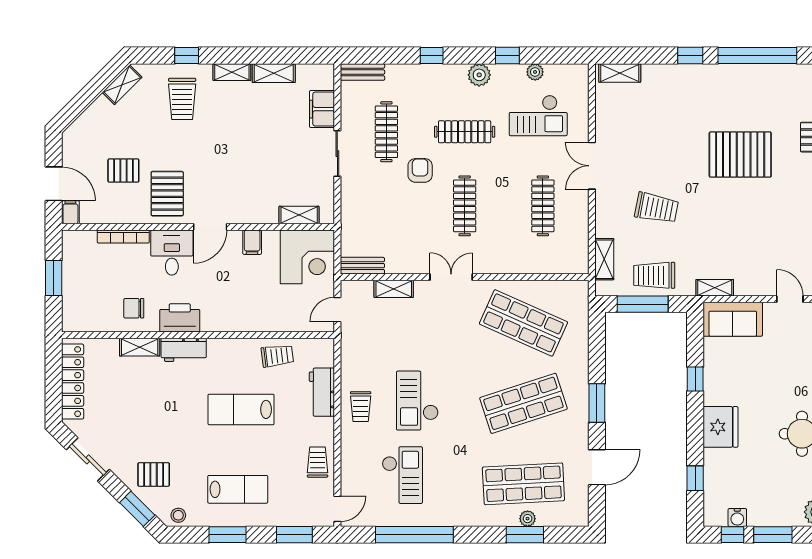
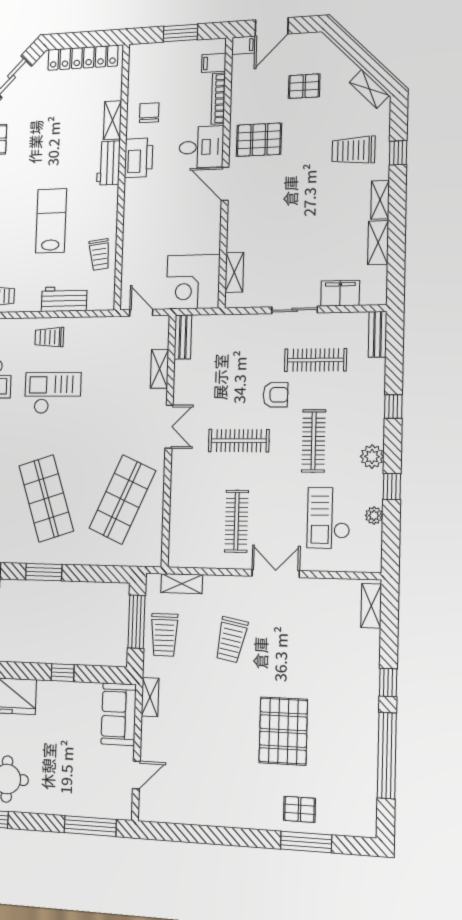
pallet: (123, 171) -> (304, 86), moved, turned 90
clothes rail: (543, 206) -> (237, 521), turned 90
filing cabinet: (252, 242) -> (214, 63), moved
trolley: (654, 275) -> (164, 635), turned 180

